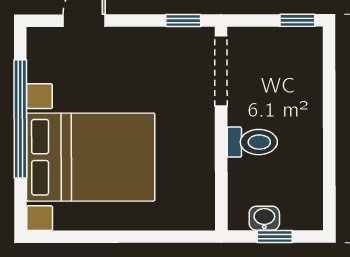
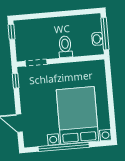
doorway: (221, 71) -> (36, 63), width x0.73
window: (275, 236) -> (105, 34), width x2.17

